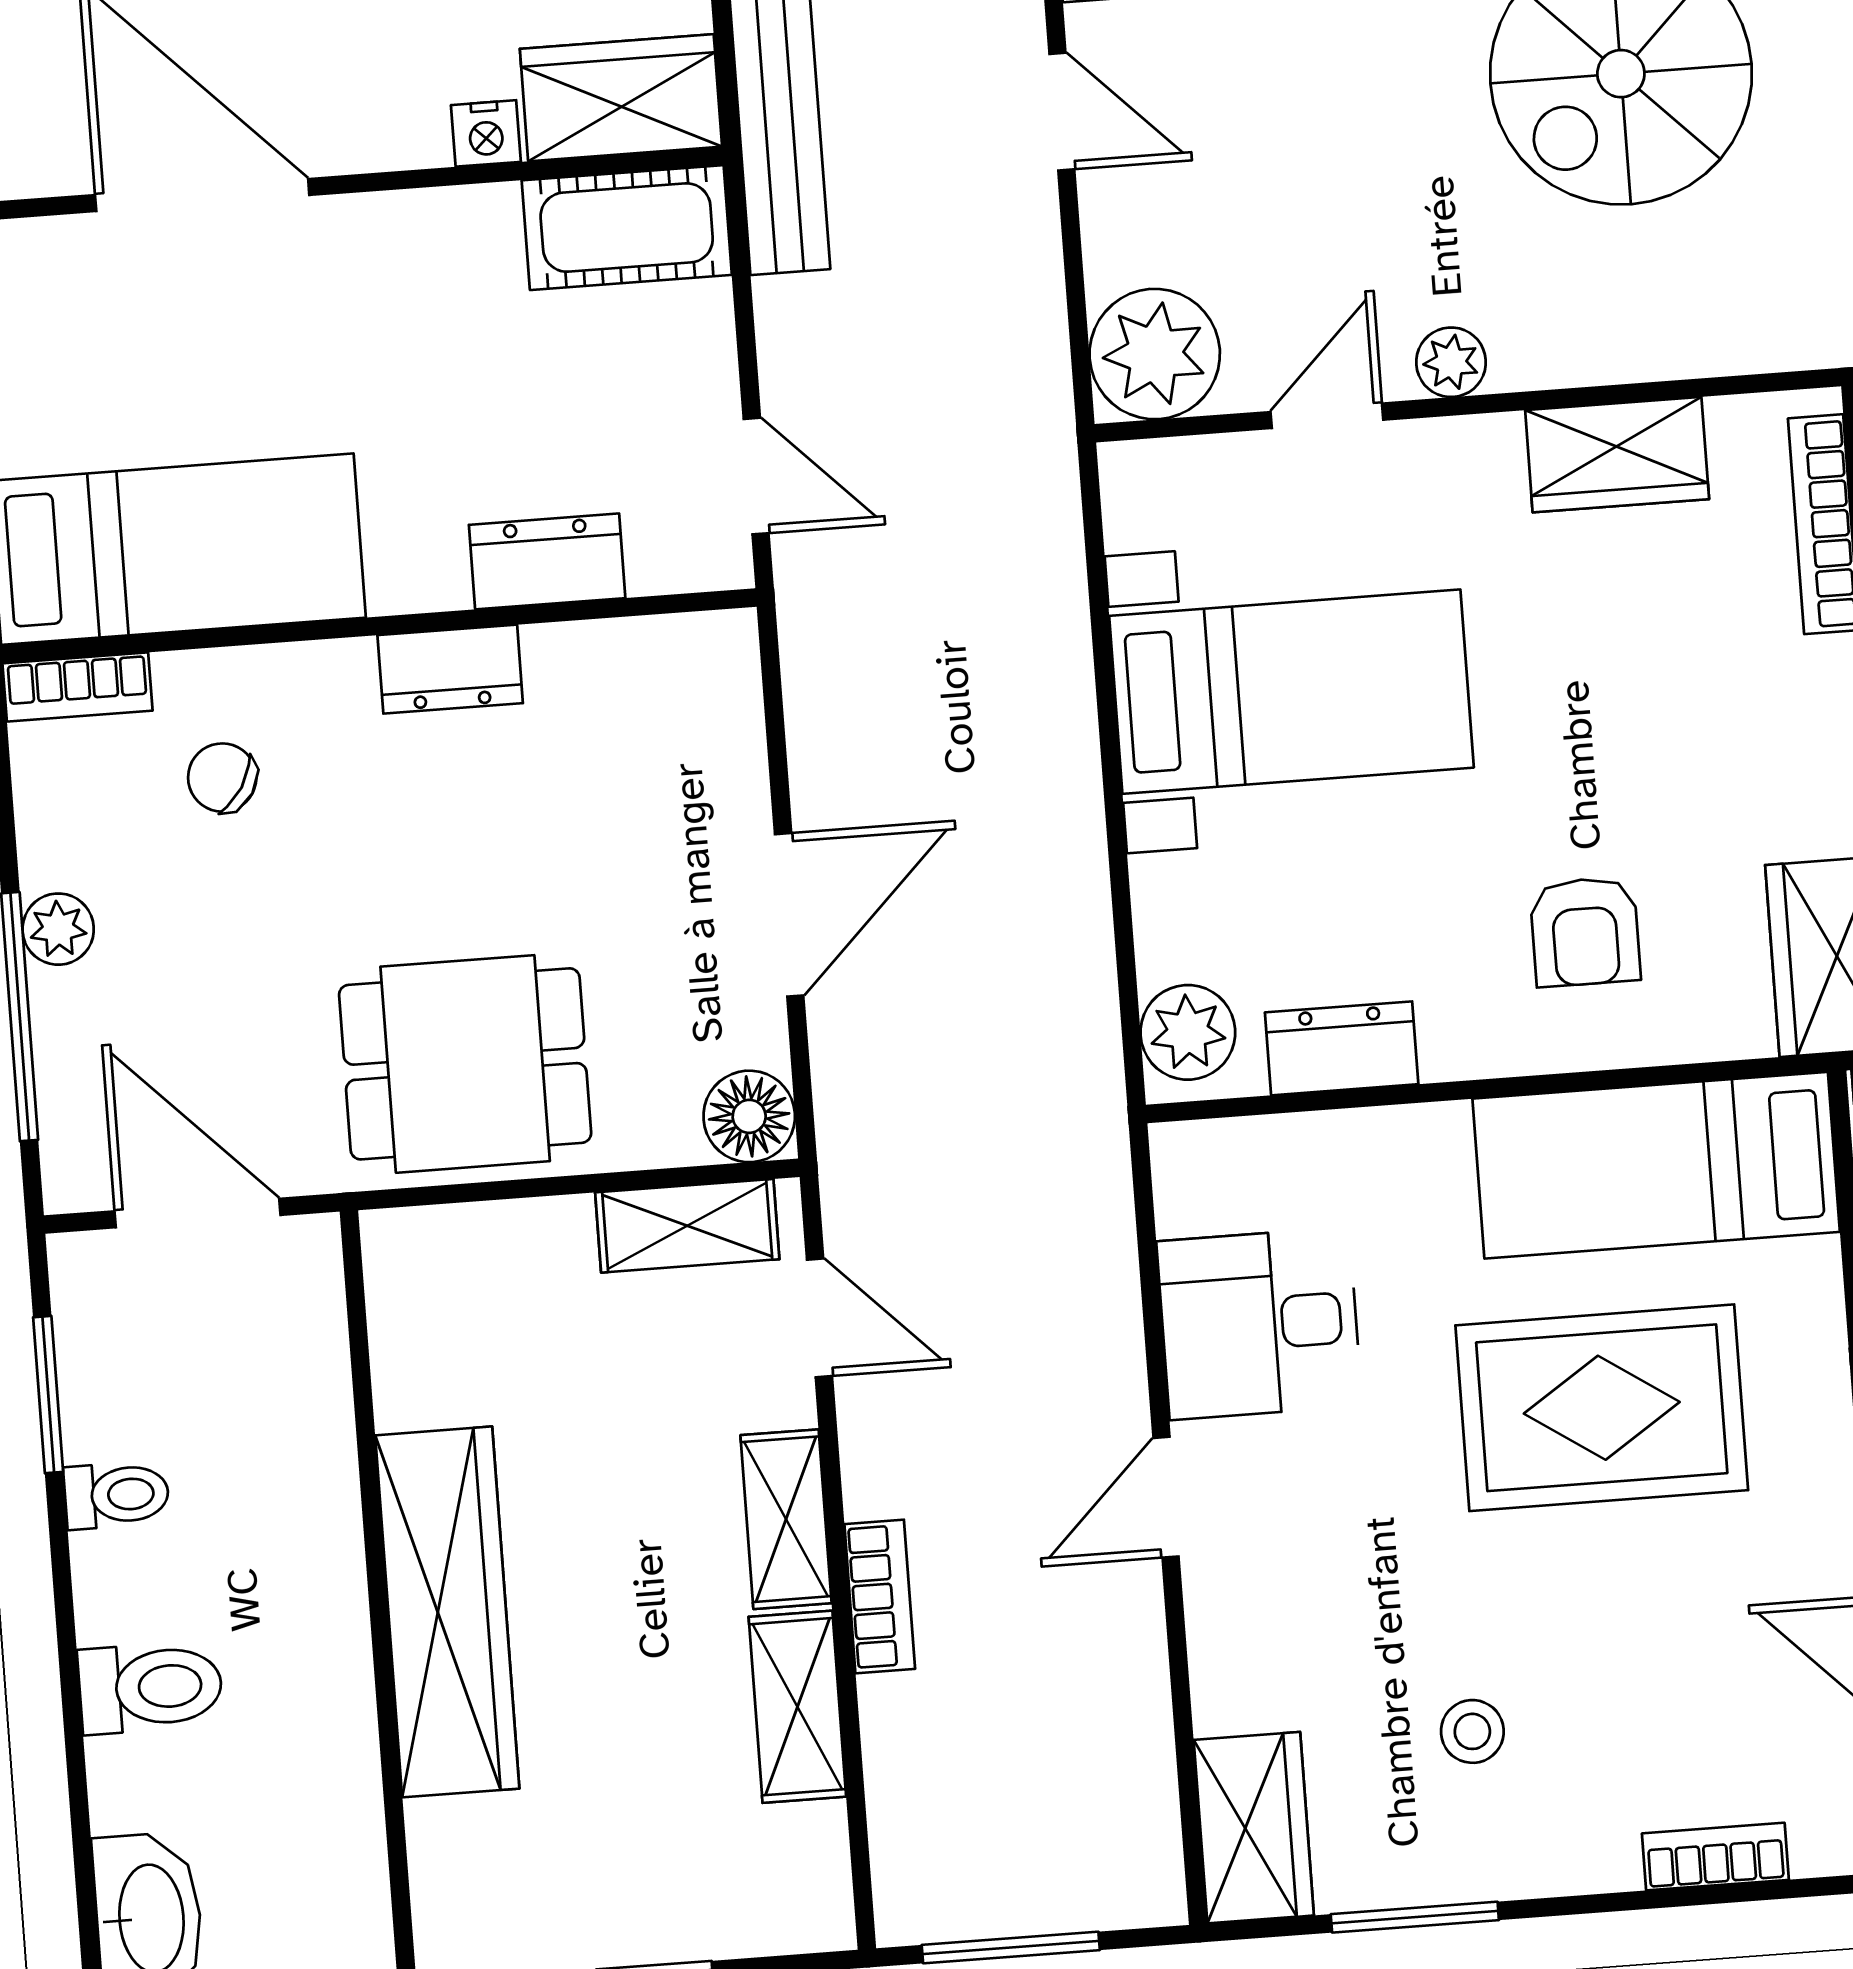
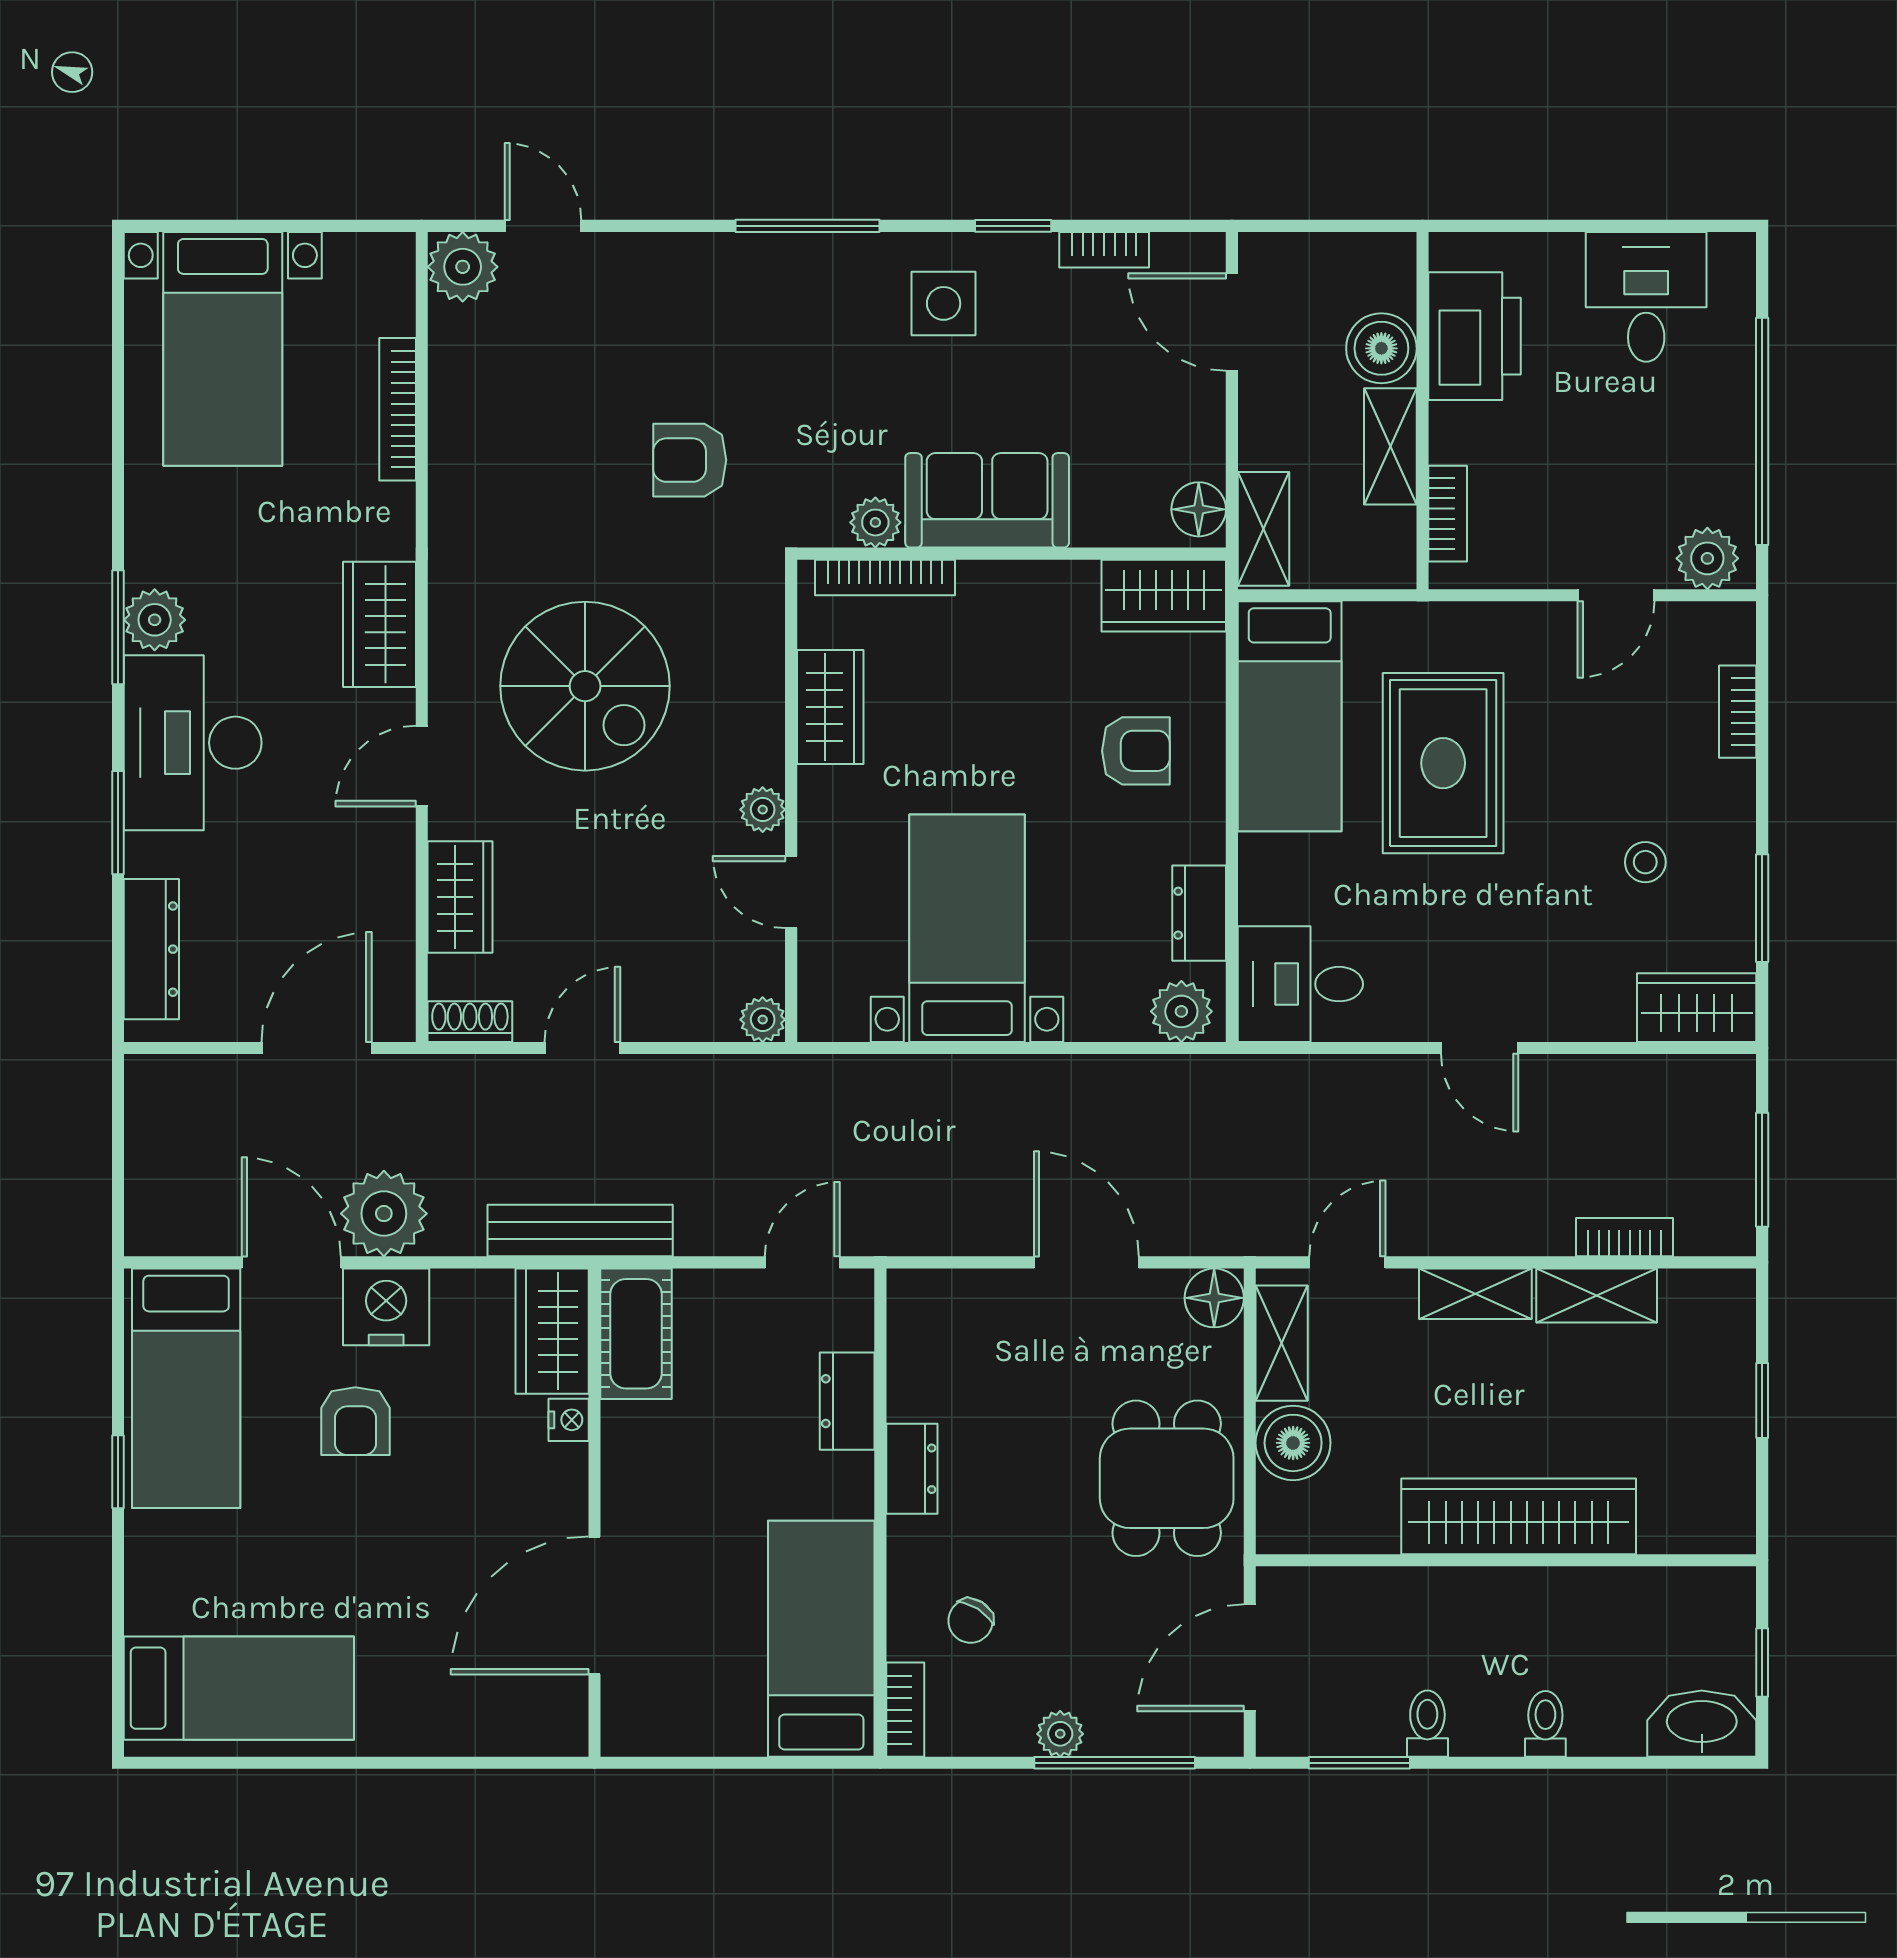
plant: (1155, 354) -> (763, 1020), width x0.53, depth x0.53
boiler: (534, 1255) -> (1293, 1443), added
desk: (1259, 1324) -> (1300, 984), moved, turned 90
bookcase: (880, 1596) -> (1625, 1237), moved
toilet: (150, 1687) -> (1545, 1724), width x0.73, depth x0.72

